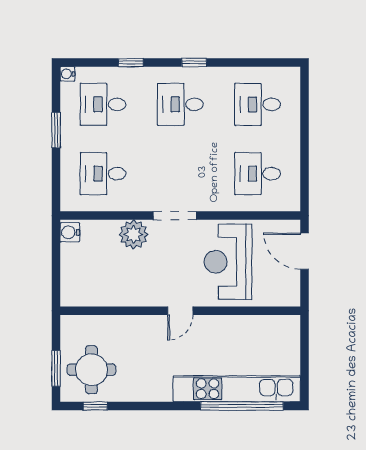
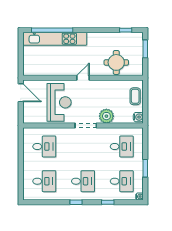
door: (304, 251) -> (21, 93), moved
coffee table: (76, 274) -> (135, 96), added
round table: (91, 370) -> (116, 62), moved

